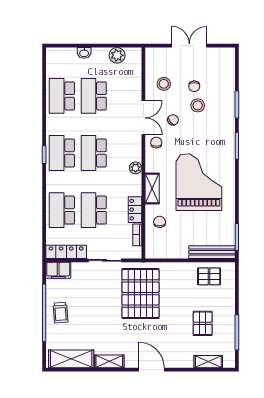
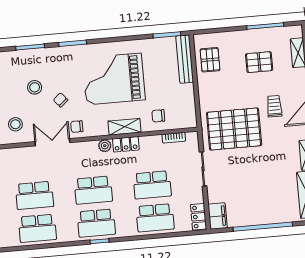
chair: (194, 86) -> (15, 93), removed
chair: (173, 120) -> (61, 100), moved
locker: (135, 210) -> (126, 144), moved
locker: (66, 252) -> (198, 217), width x0.66
trolley: (60, 313) -> (274, 106), moved, turned -86

